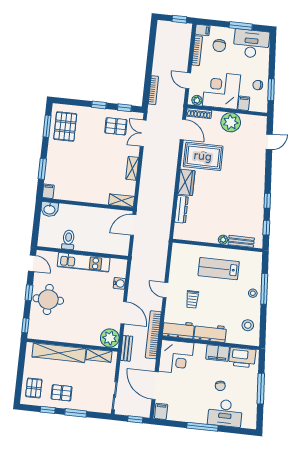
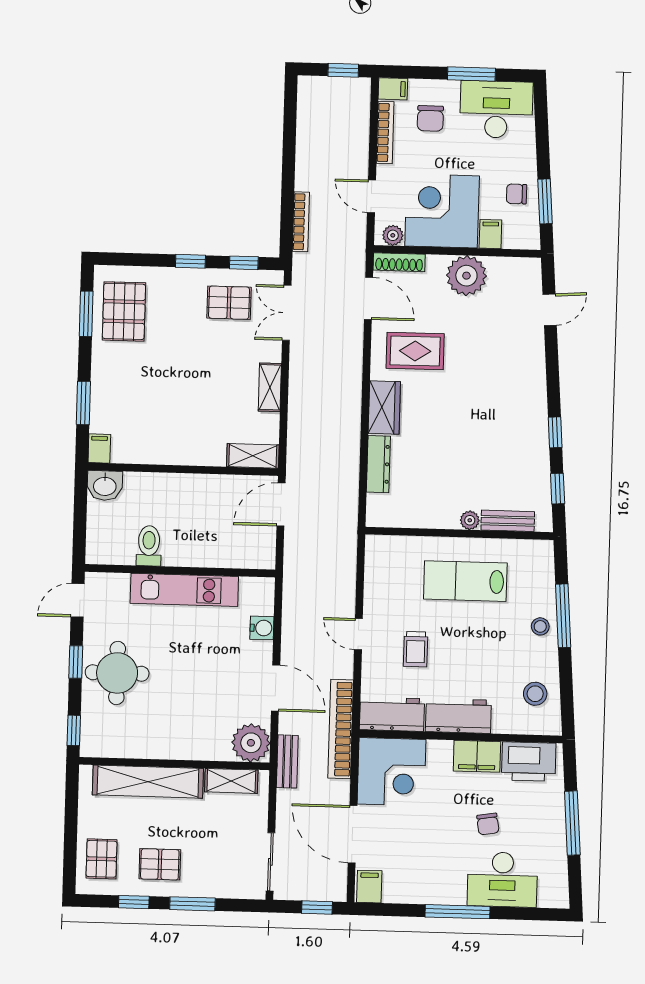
rug: (203, 156) -> (415, 351), width x0.73, depth x0.70
door: (32, 263) -> (78, 600), swing flipped

